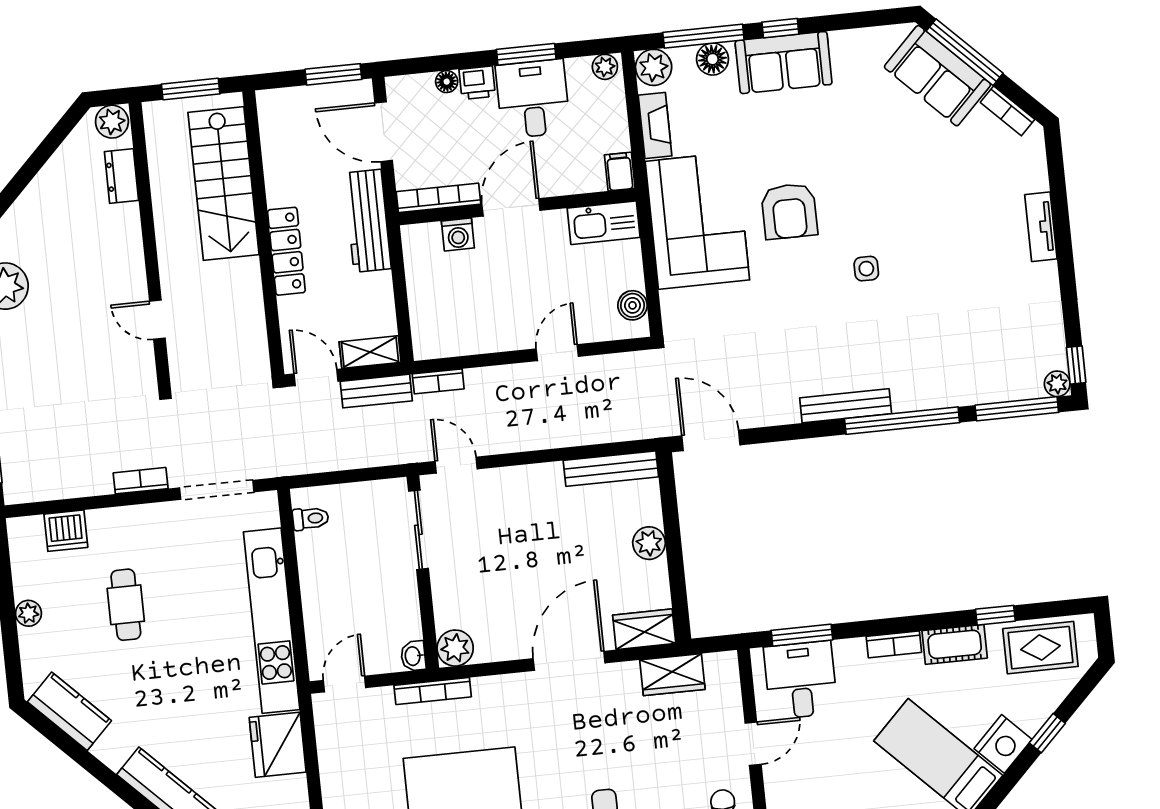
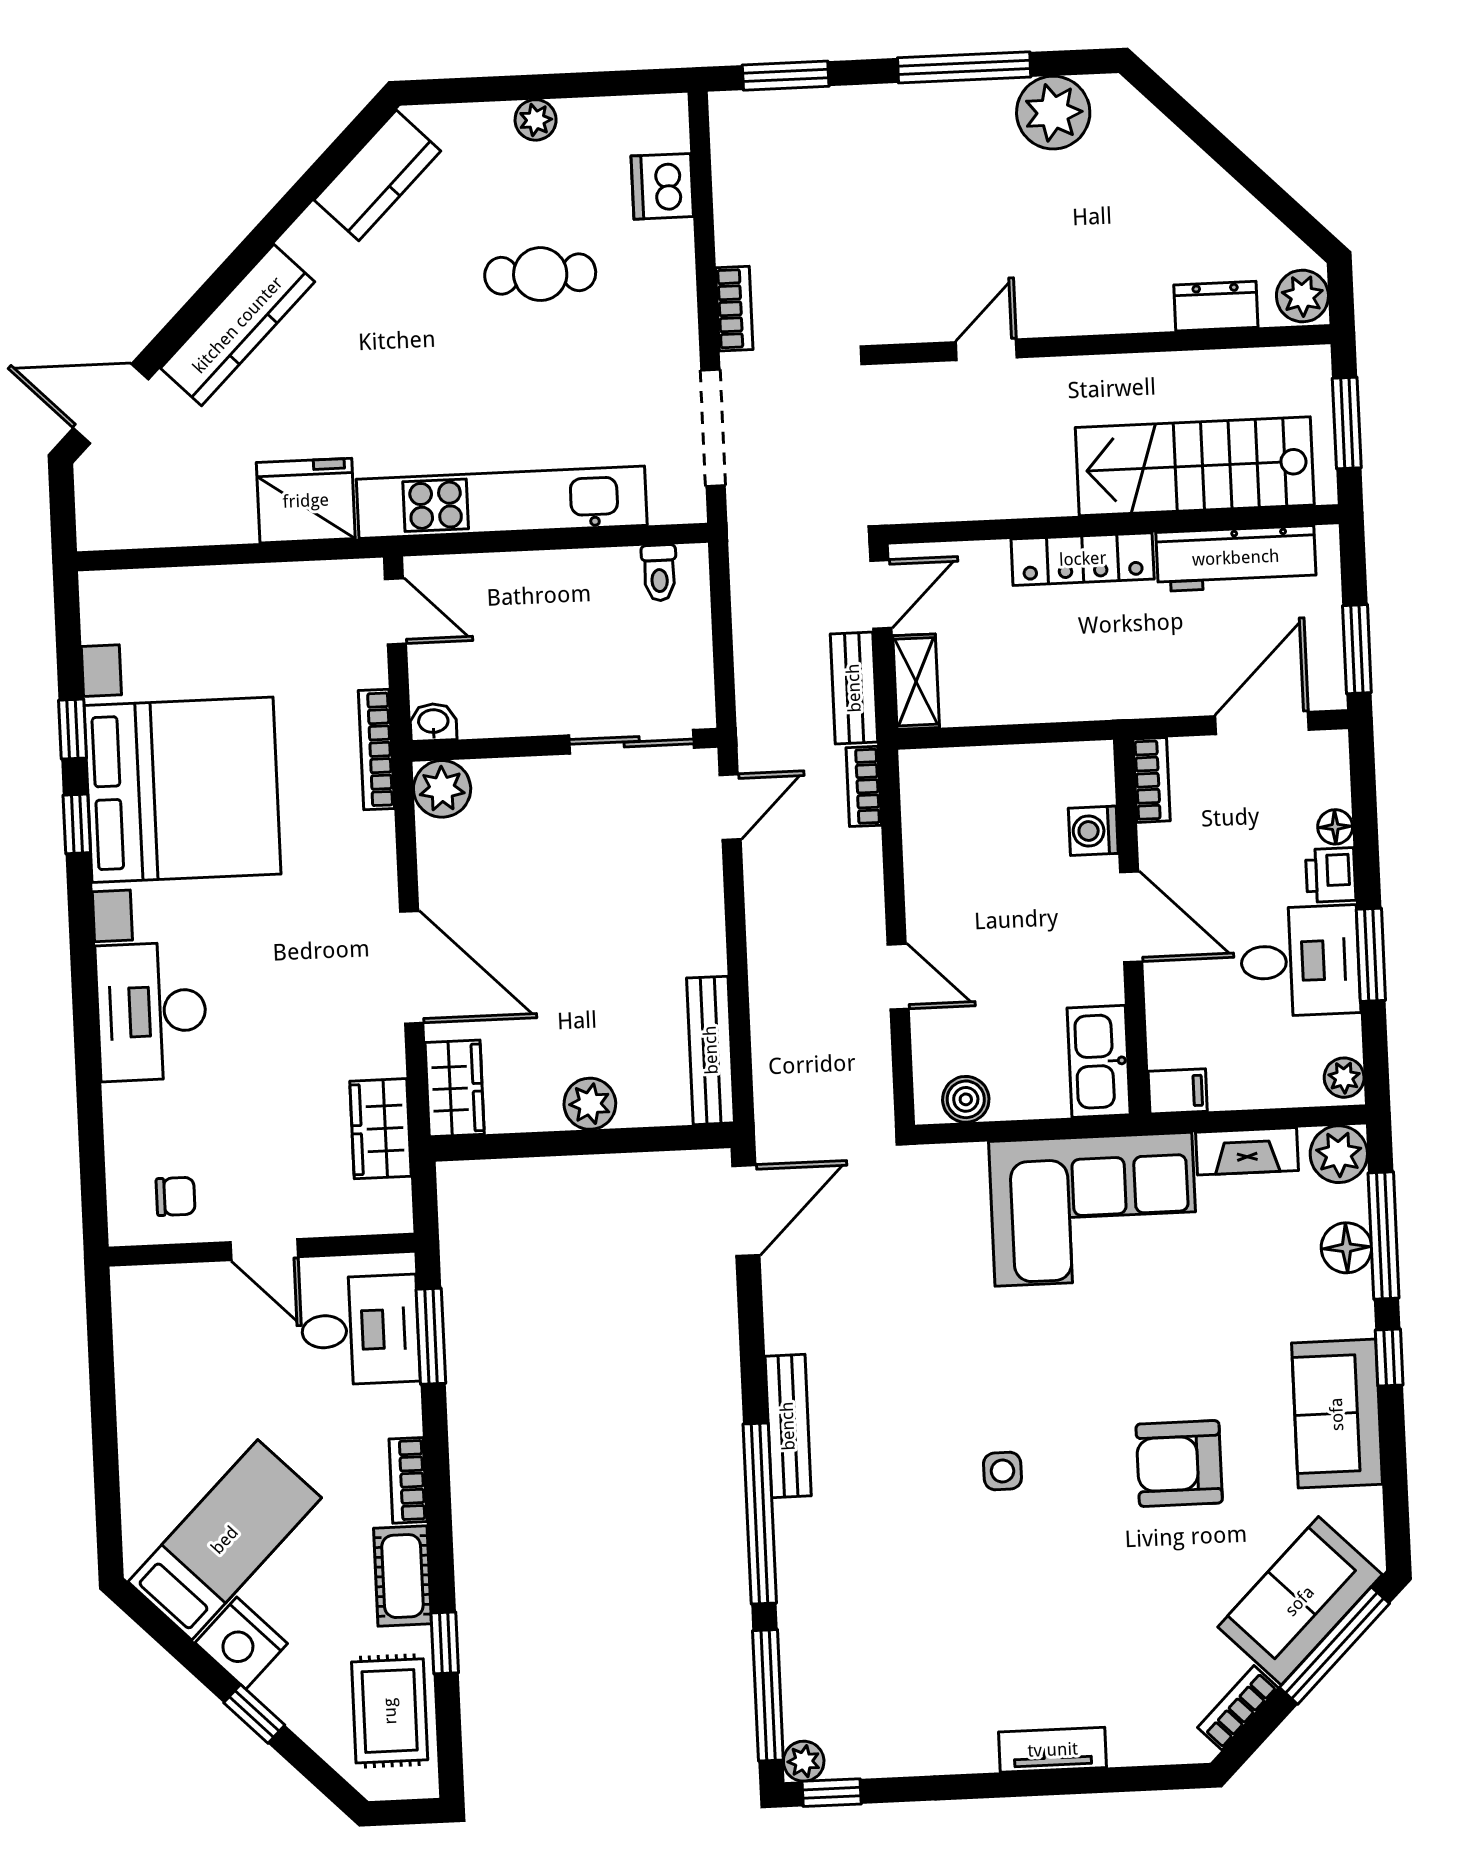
sofa: (784, 63) -> (1337, 1414), moved
bookcase: (438, 198) -> (1152, 780), width x0.64
armchair: (789, 211) -> (1179, 1464), moved
workbench: (368, 221) -> (1236, 558), moved, turned 180

